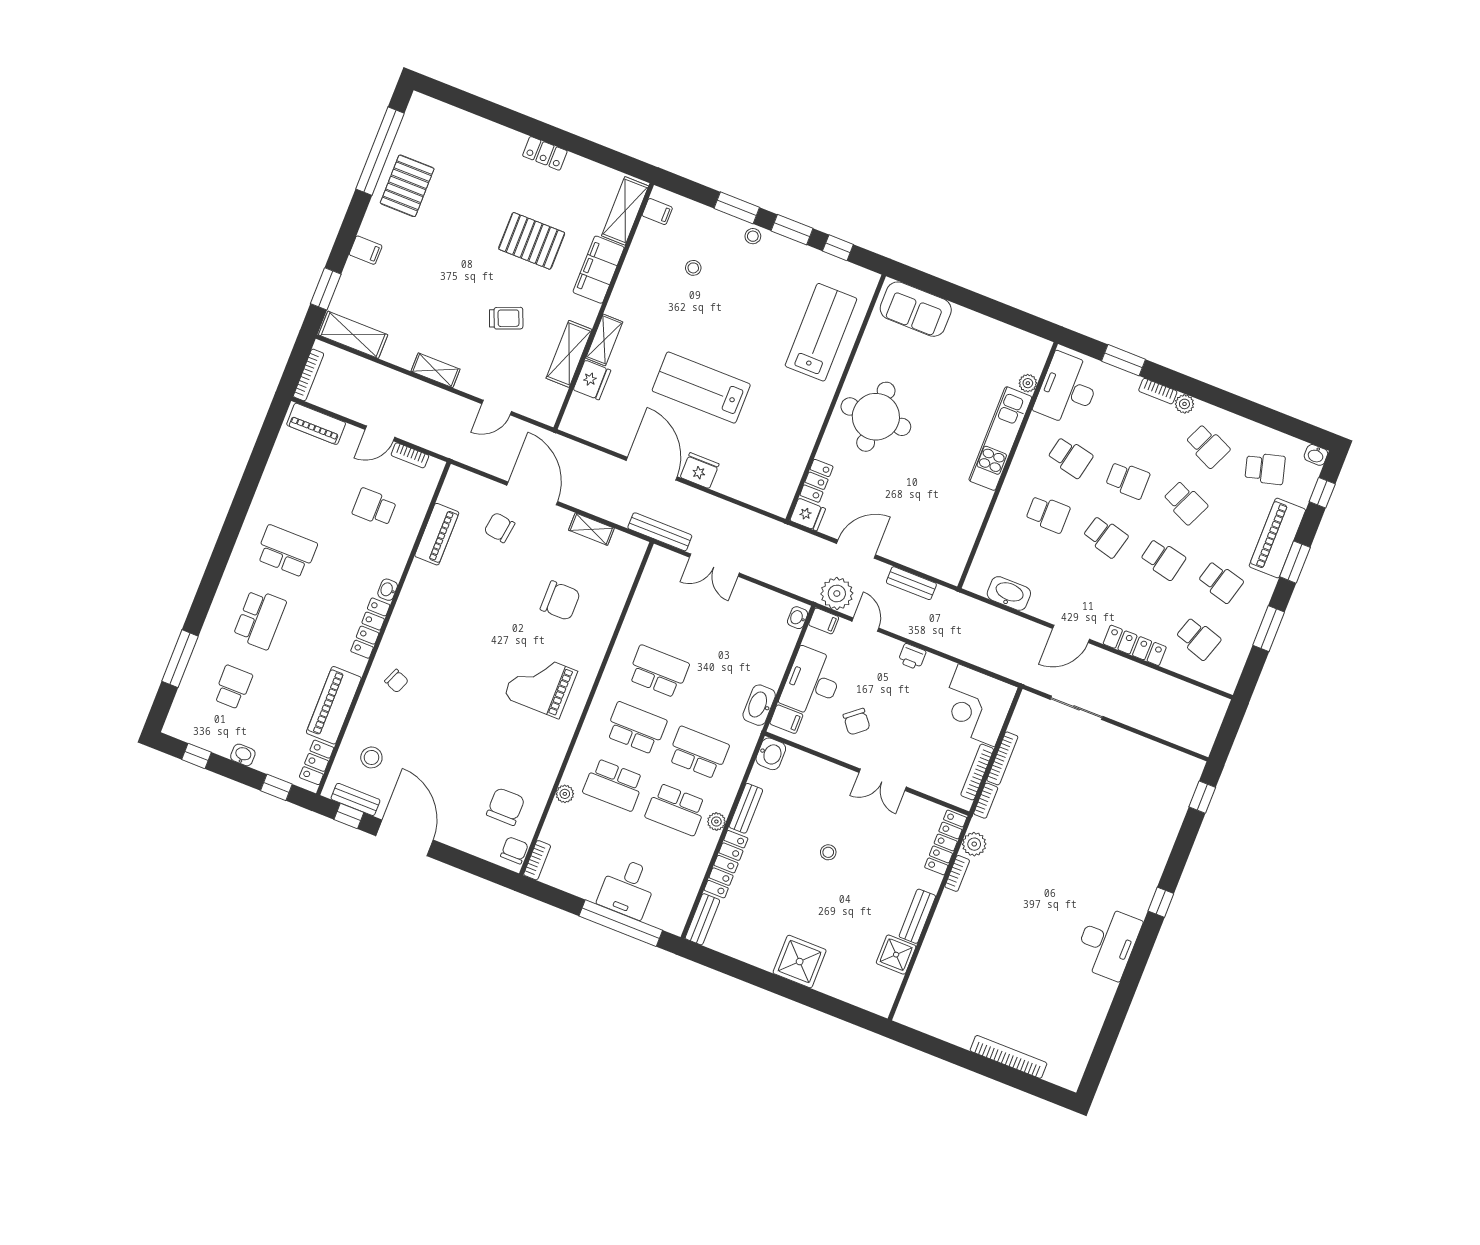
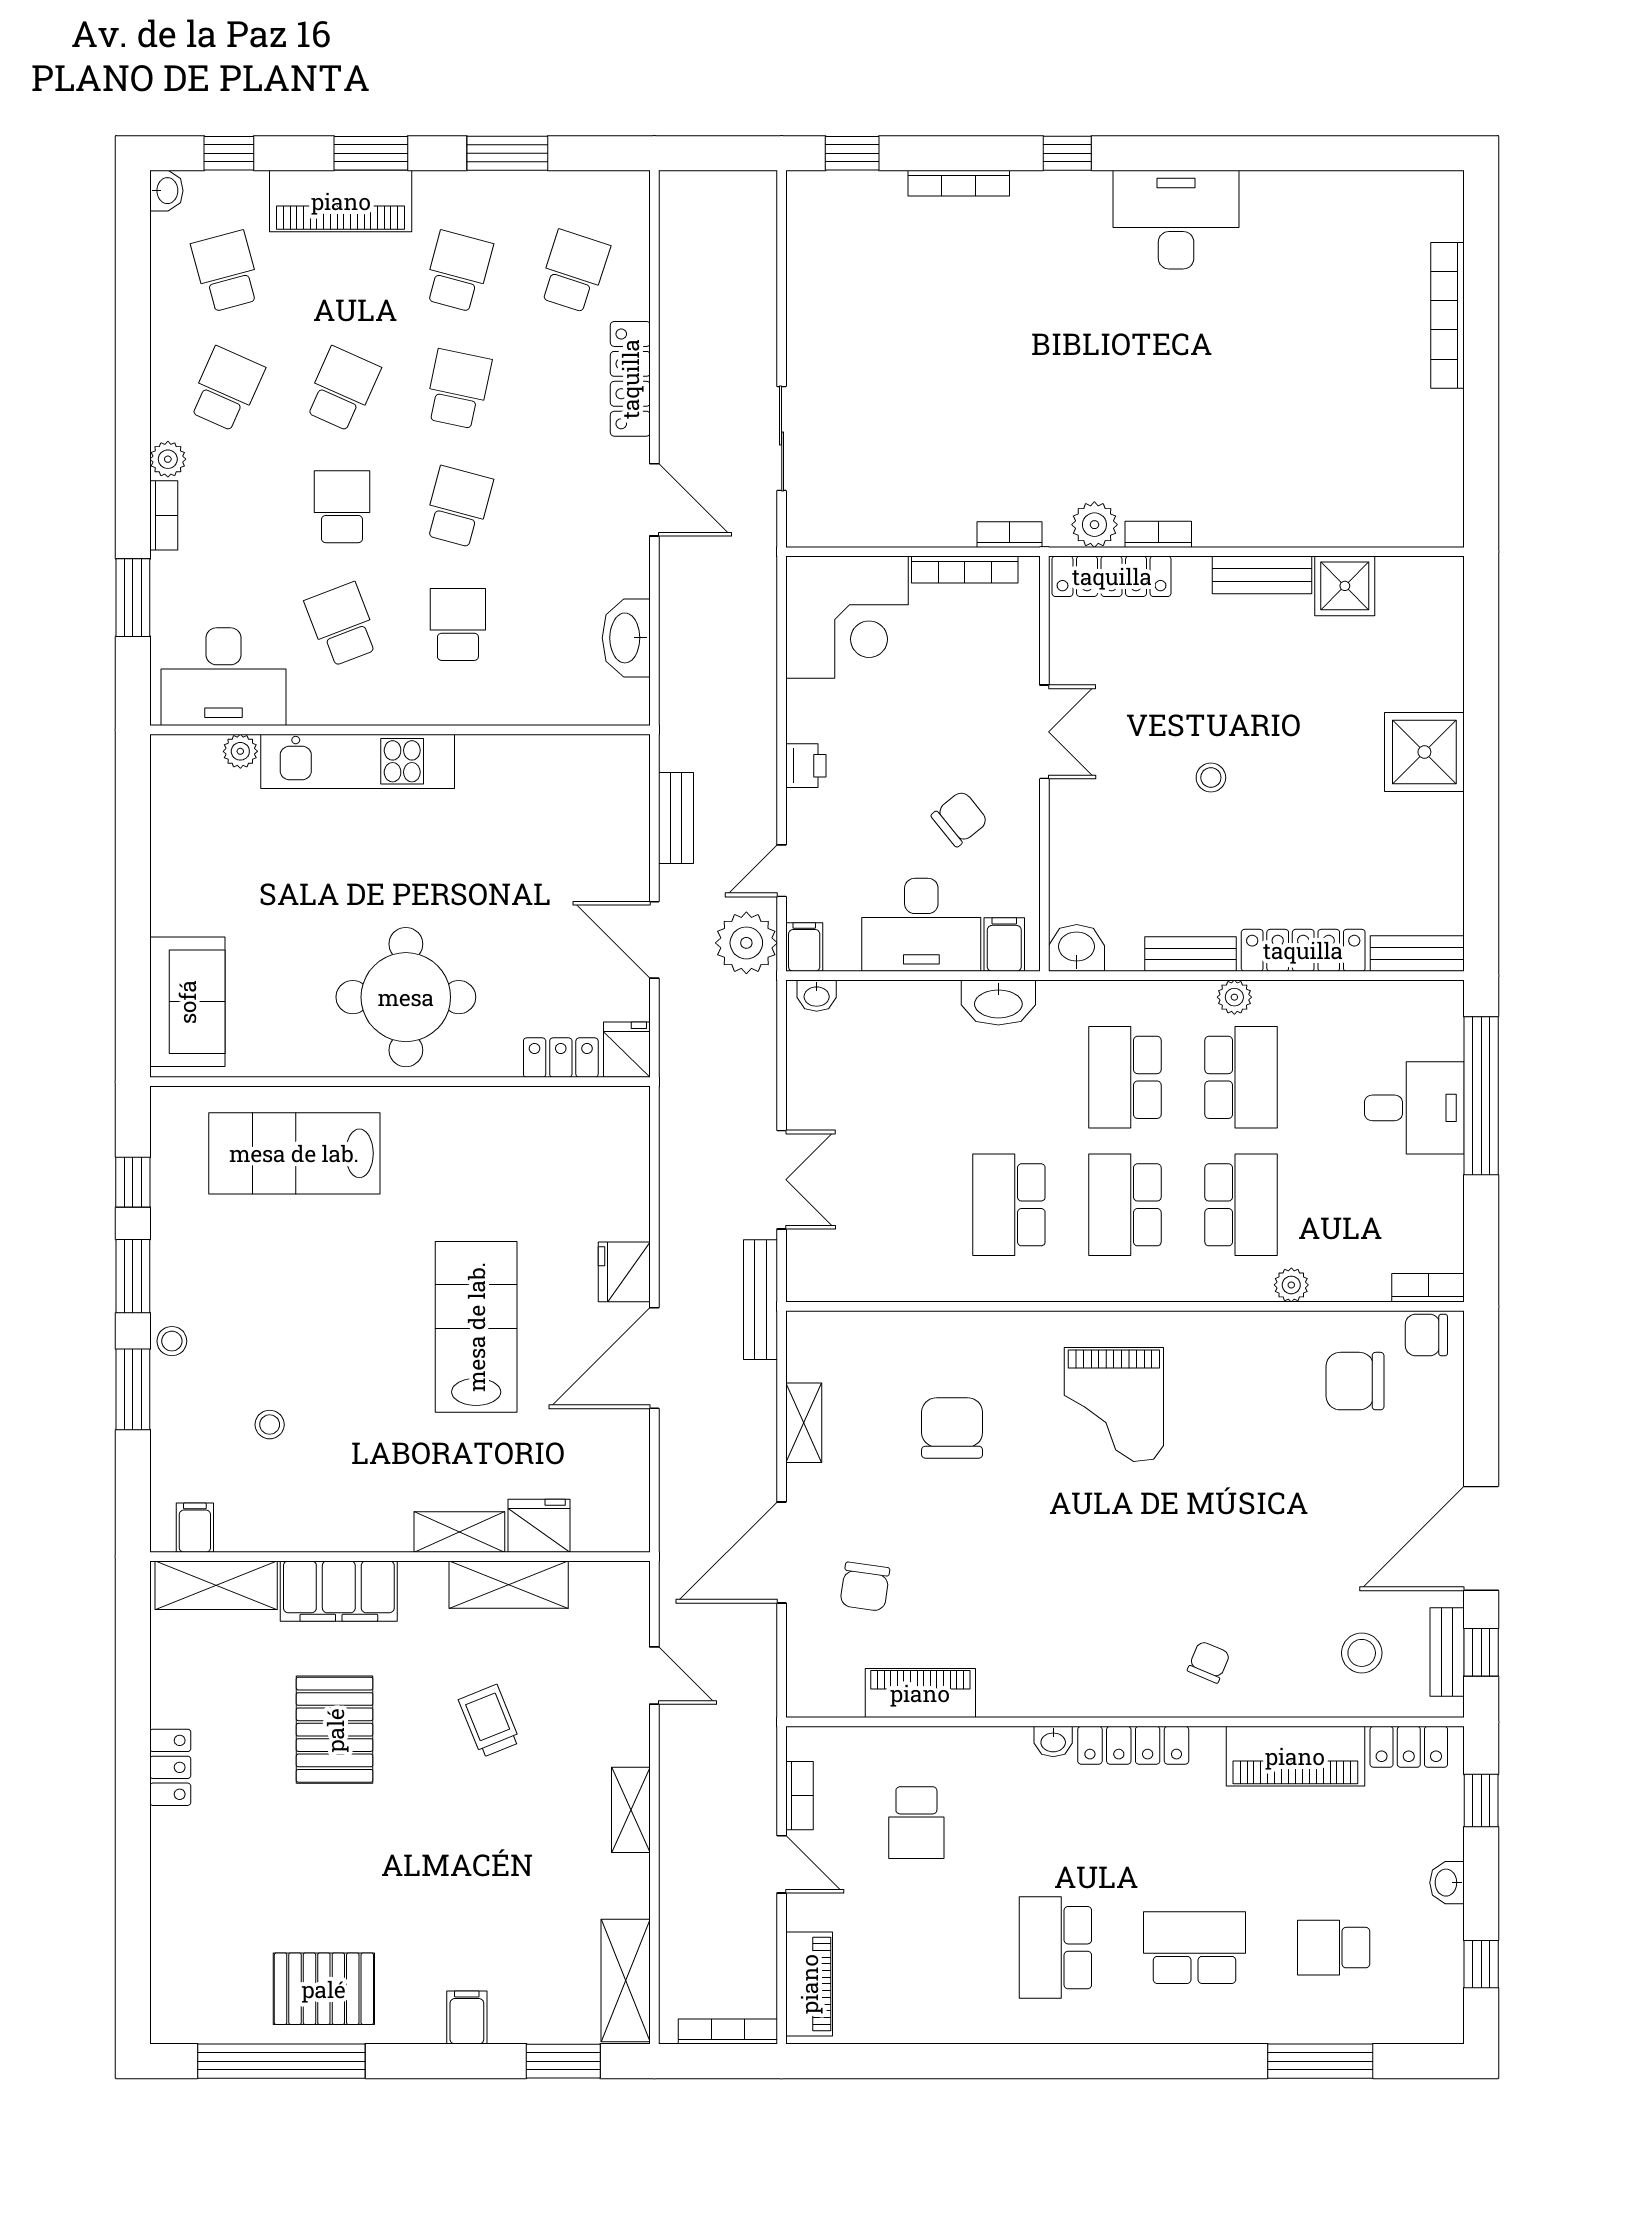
lab bench: (701, 388) -> (476, 1327), turned 180
school desk: (1070, 457) -> (342, 624), turned -33
bookcase: (1002, 758) -> (959, 183), moved, turned 180

